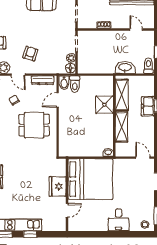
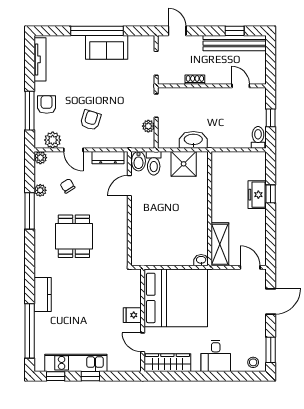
floor lamp: (71, 68) -> (148, 141), removed
washbasin: (125, 68) -> (193, 140), moved
shelving: (122, 95) -> (220, 179), removed
shower: (104, 105) -> (184, 164), moved
dining table: (34, 125) -> (74, 236), moved, turned 90
shelving: (121, 127) -> (220, 244), moved
fridge: (58, 187) -> (132, 315), width x0.53, depth x0.75
door: (67, 210) -> (143, 342), swing flipped
wardrobe: (84, 225) -> (167, 363), added

